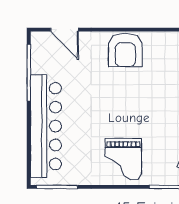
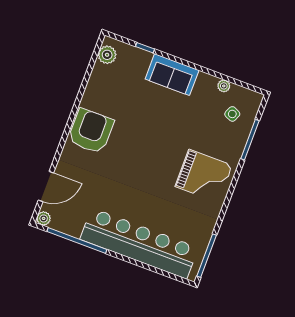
plant: (37, 38) -> (44, 218), added
armchair: (125, 50) -> (91, 131), turned -90

